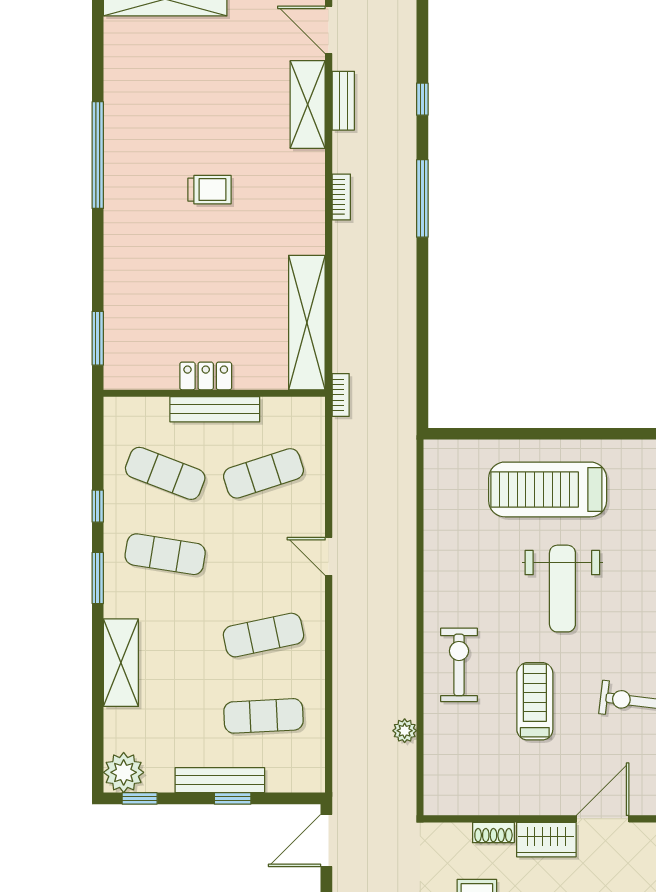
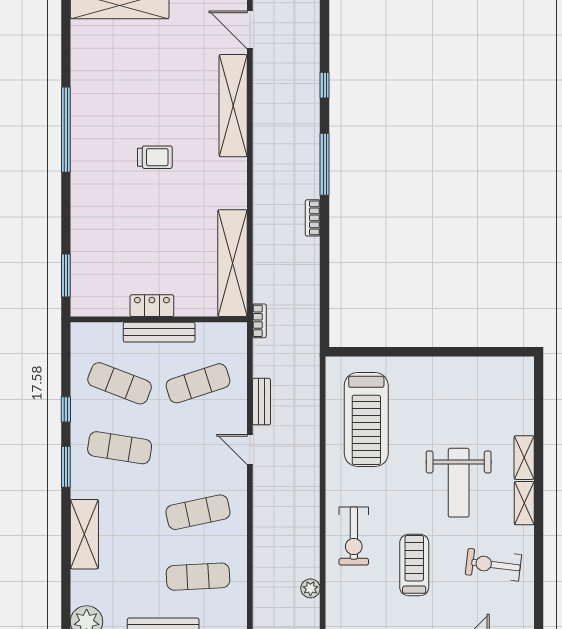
bench: (343, 101) -> (262, 402), moved
shelving: (308, 104) -> (233, 106), width x1.47
bookcase: (341, 197) -> (313, 218), moved, turned 180
treadmill: (548, 489) -> (366, 419), moved, turned -90
weight bench: (562, 589) -> (459, 483), moved
exercise bike: (459, 665) -> (354, 536), turned 180

